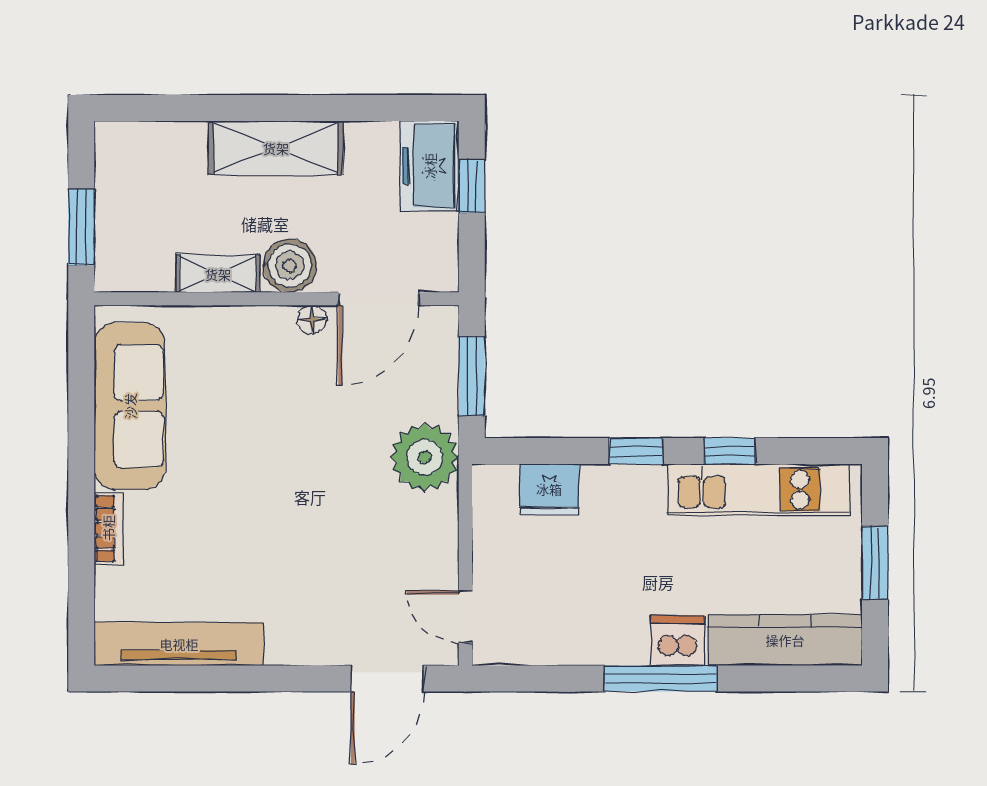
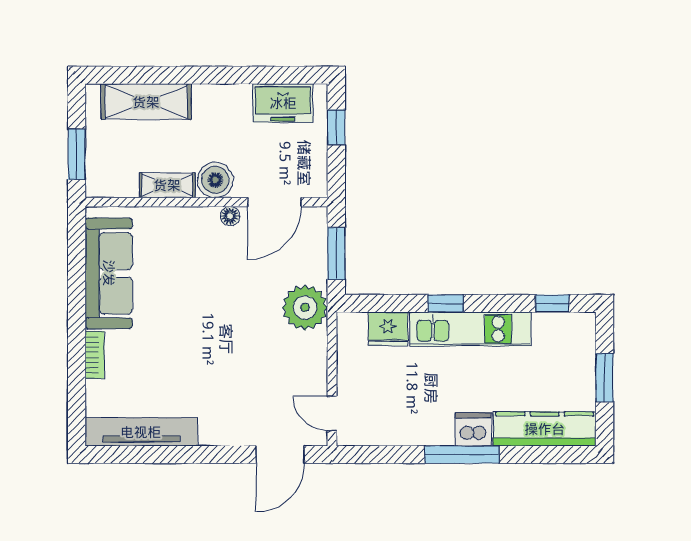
shelving: (276, 148) -> (146, 102), moved
freezer: (430, 166) -> (283, 103), moved, turned -90
window: (730, 451) -> (552, 303), moved
kitchen unit: (758, 490) -> (470, 329), moved

